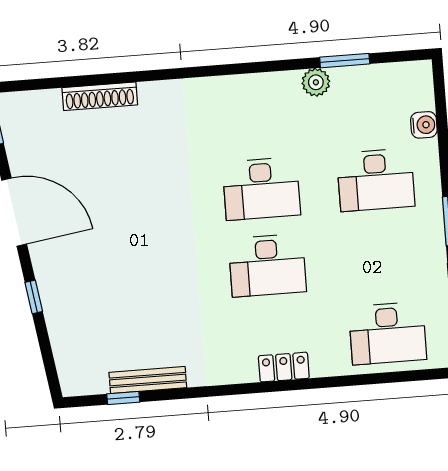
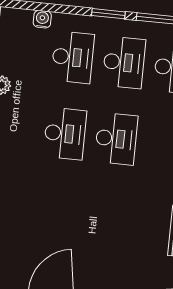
desk: (382, 256) -> (124, 62), added

